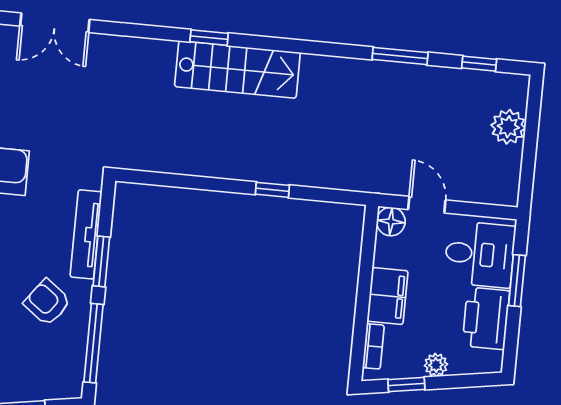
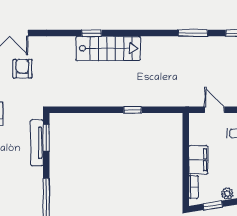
floor lamp: (391, 222) -> (196, 121), removed
window: (101, 261) -> (46, 138), moved
armchair: (47, 302) -> (22, 69), moved, turned 53

